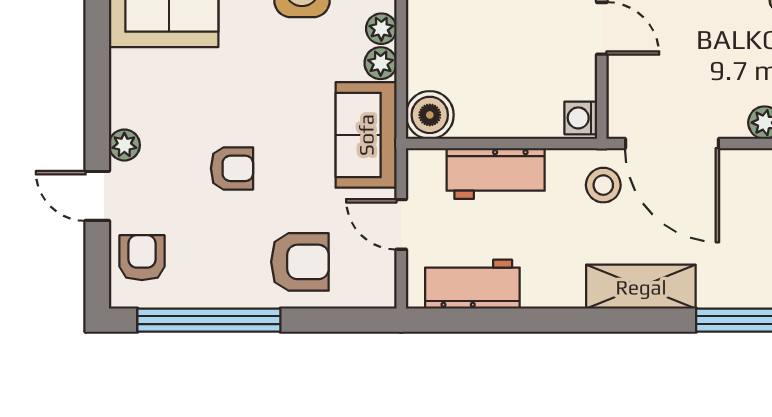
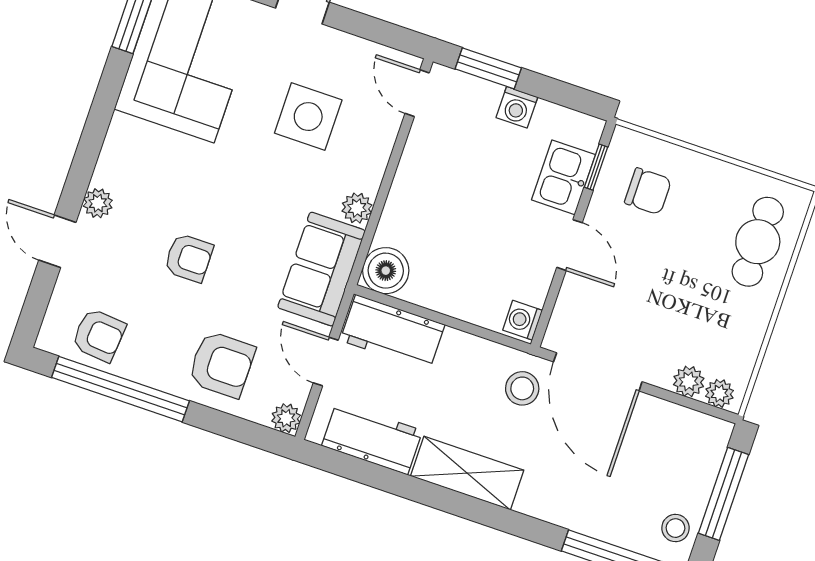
plant: (381, 29) -> (286, 418), moved
workbench: (496, 173) -> (392, 332), moved
armchair: (142, 258) -> (99, 335), moved, turned 95
shelving: (641, 287) -> (467, 473), moved

